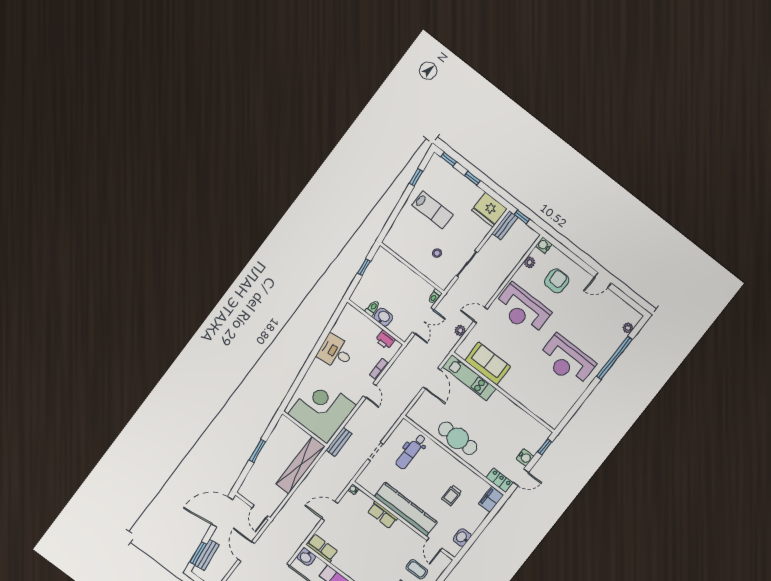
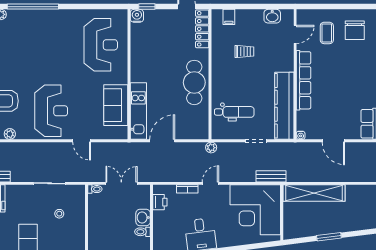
plant: (460, 330) -> (211, 148), moved
reception desk: (567, 361) -> (101, 45), moved
water cooler: (525, 457) -> (137, 16), moved
locker: (500, 480) -> (202, 29), width x1.53
filing cabinet: (491, 499) -> (229, 17), width x0.50
kitchen counter: (406, 509) -> (284, 106), moved
row of seats: (382, 515) -> (304, 80), width x2.02

